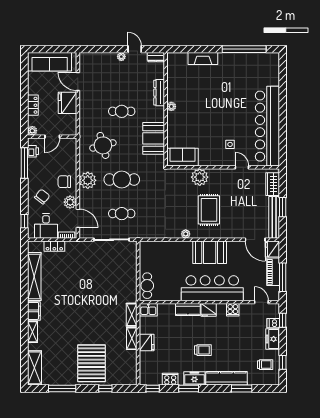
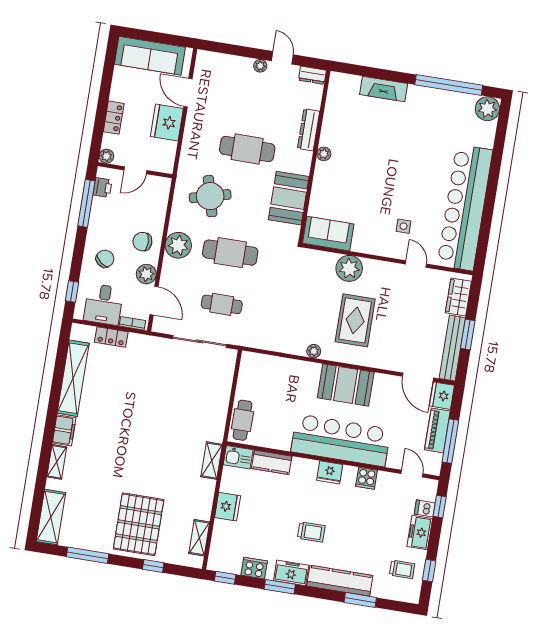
plant: (272, 60) -> (487, 109), added
cafe table: (122, 111) -> (247, 149), width x1.37, depth x1.35
kitchen counter: (188, 310) -> (272, 462), moved
shelving: (132, 338) -> (199, 538), moved

